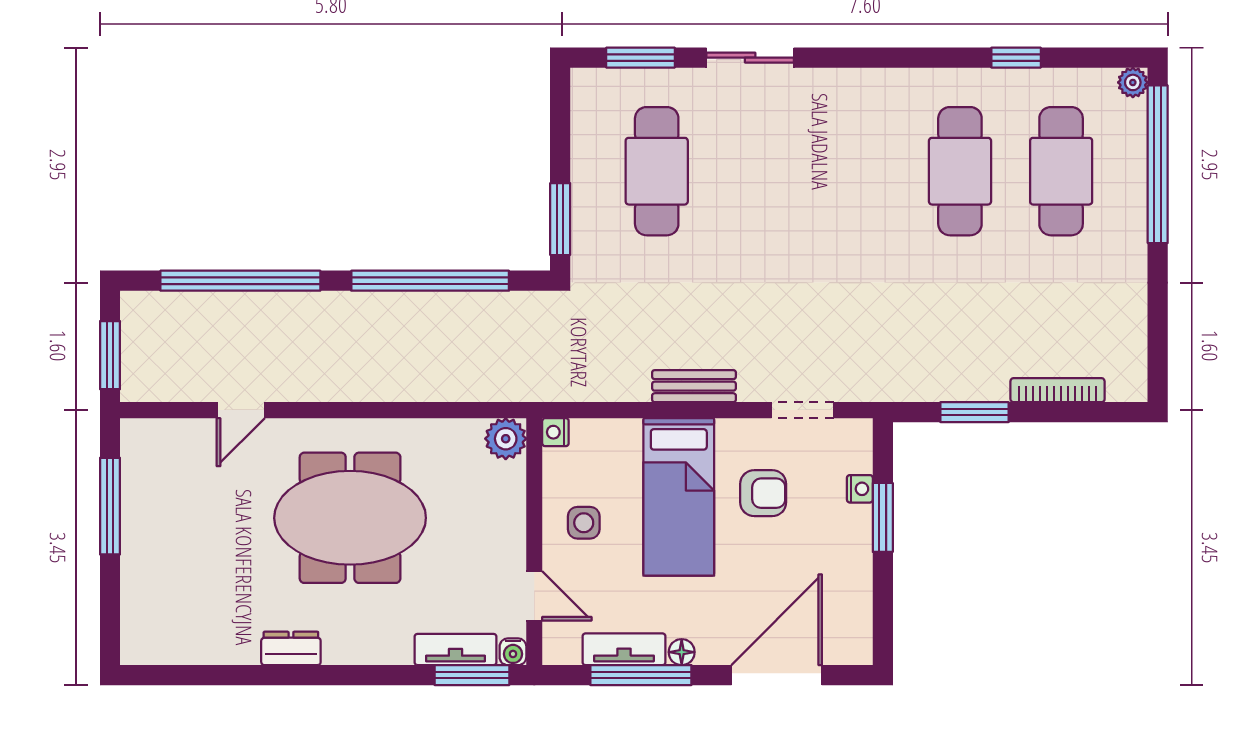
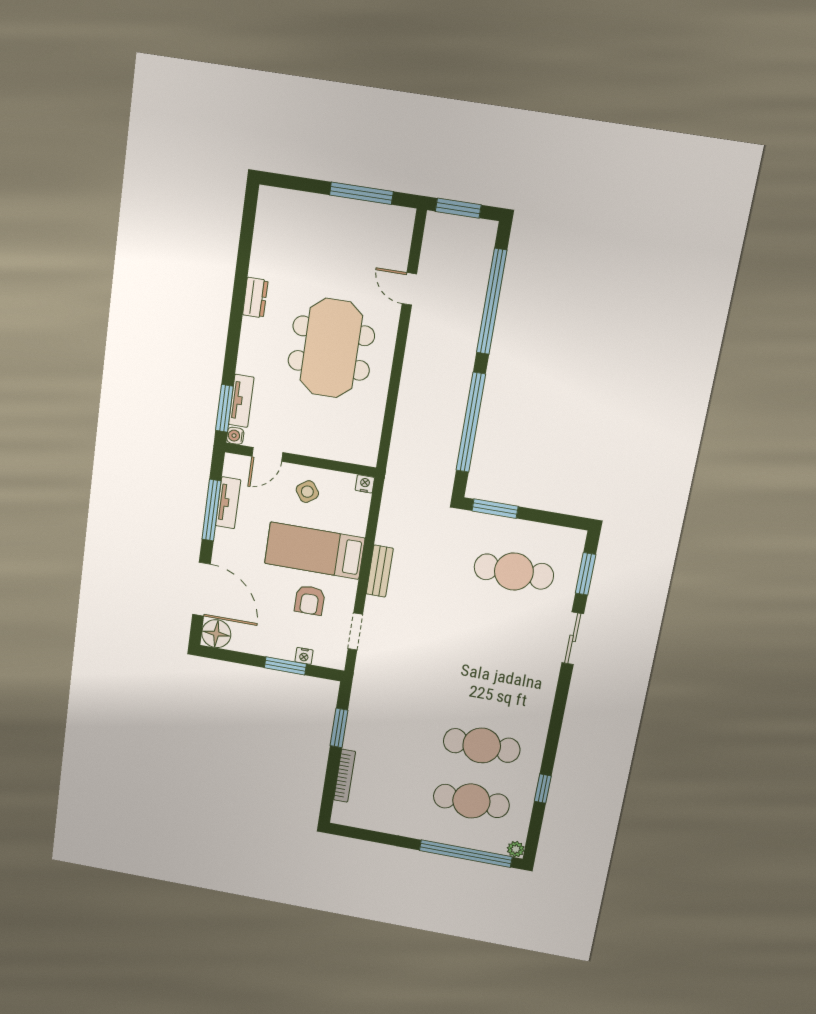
plant: (506, 439) -> (365, 453), removed
side table: (584, 523) -> (307, 492), turned -36
floor lamp: (682, 652) -> (216, 634), moved, width x1.89, depth x1.89

